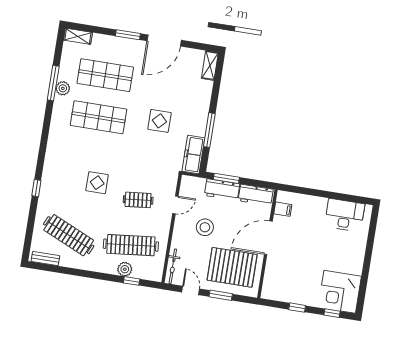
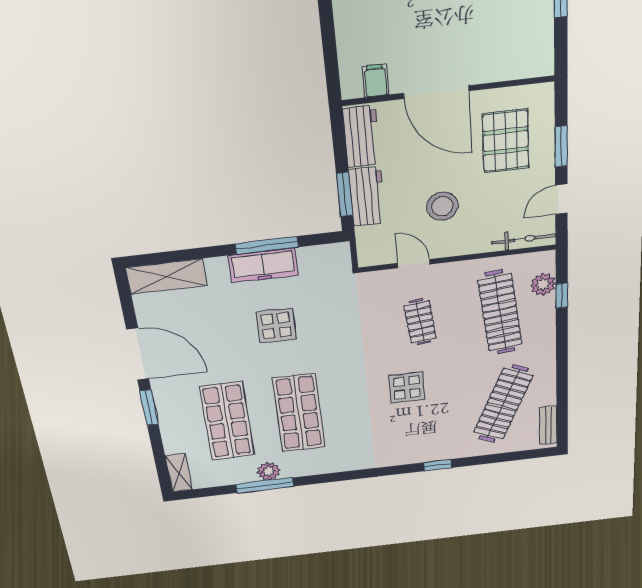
shelving: (210, 65) -> (167, 277), width x1.50, depth x1.33
freezer: (193, 155) -> (263, 265), moved
pallet: (232, 267) -> (506, 141), width x0.73, depth x0.71
plant: (125, 269) -> (543, 284), moved

